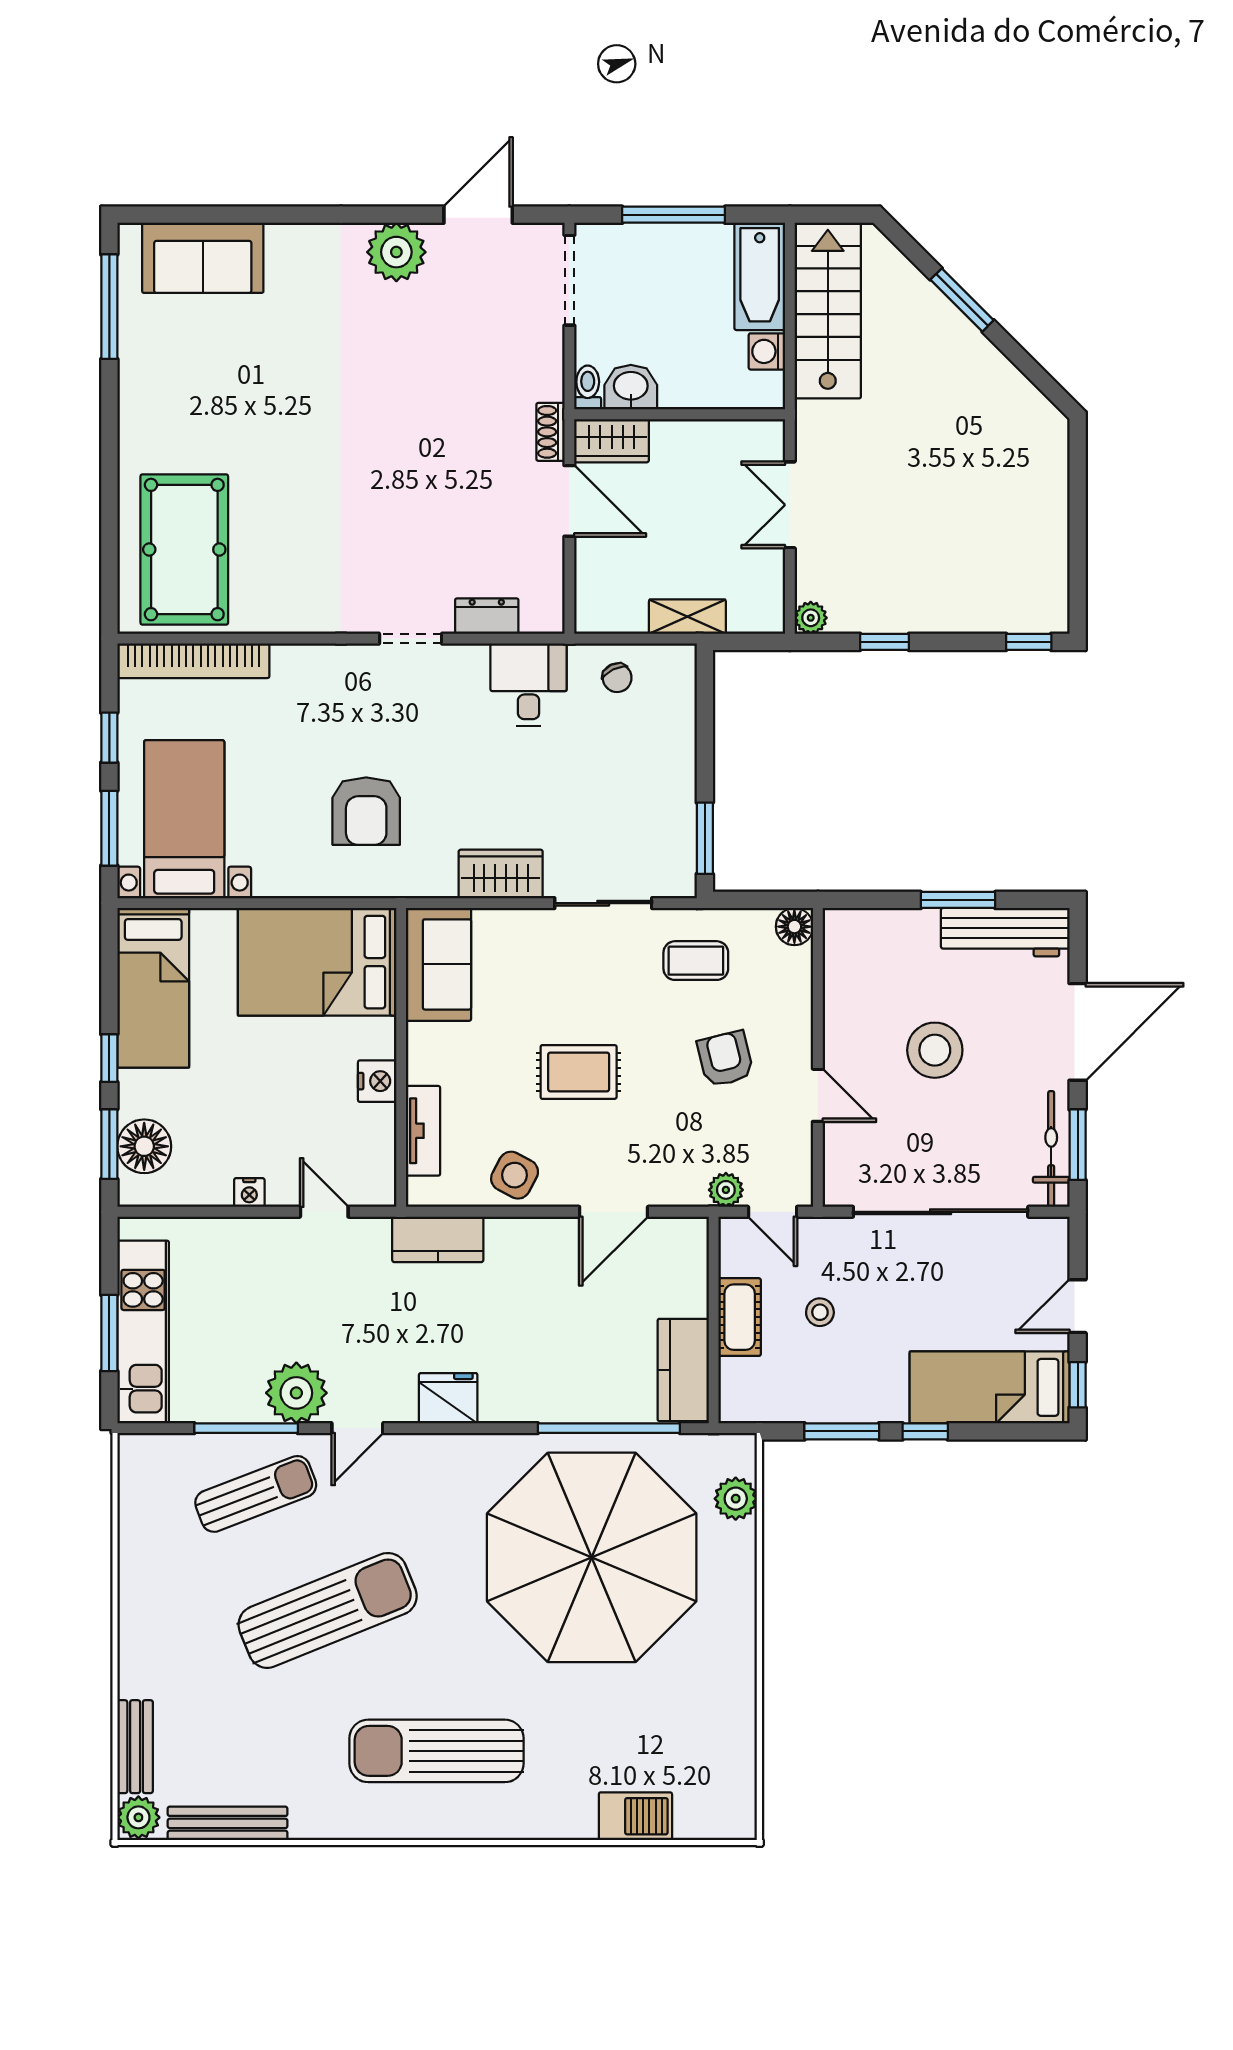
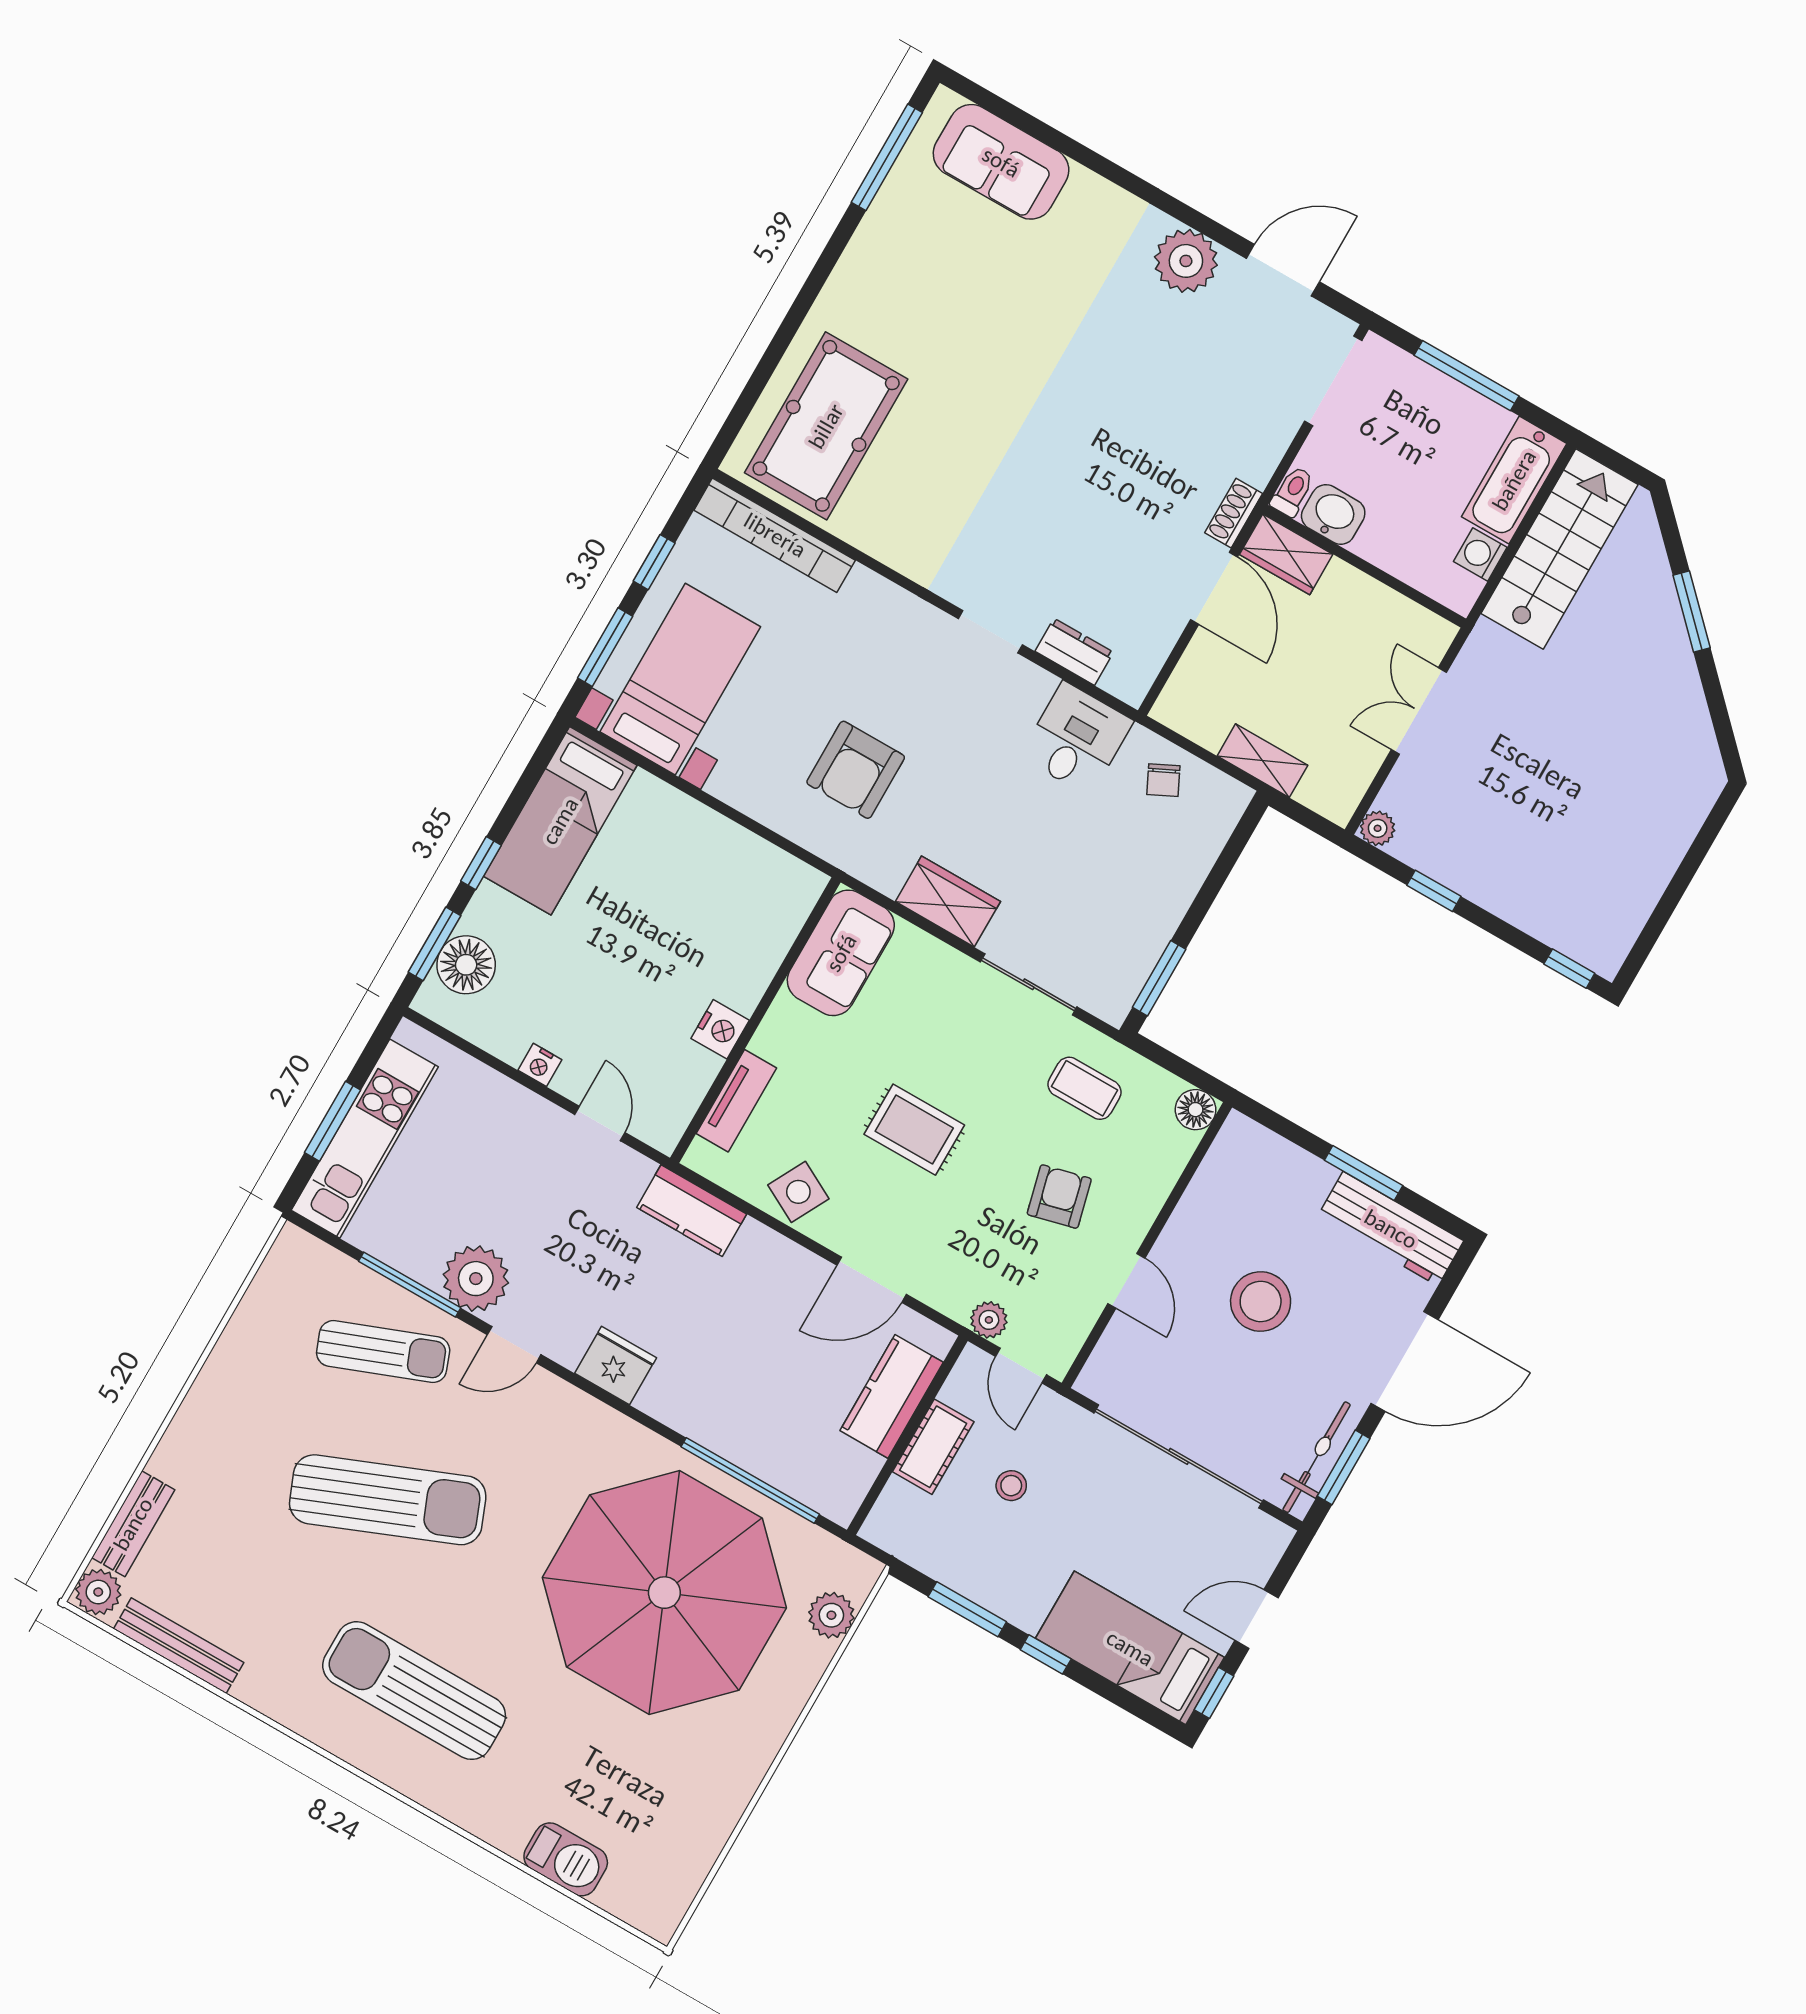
bed: (317, 962) -> (728, 885), removed
kitchen counter: (683, 1370) -> (892, 1396), moved

